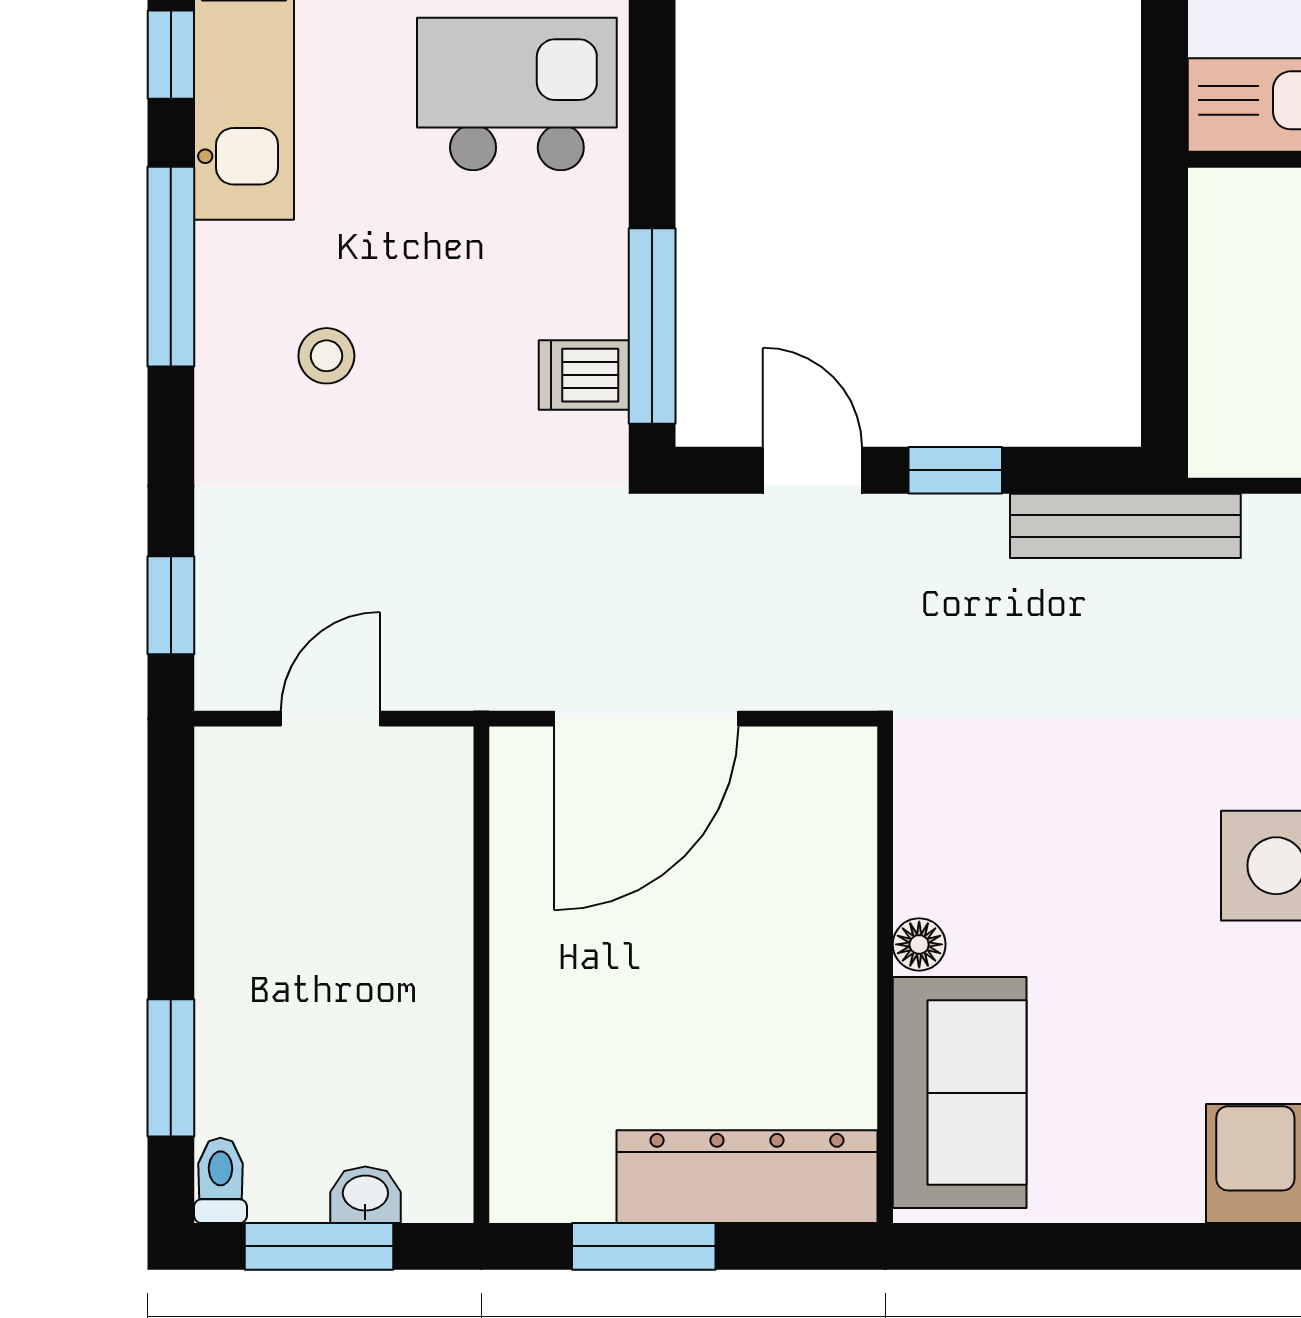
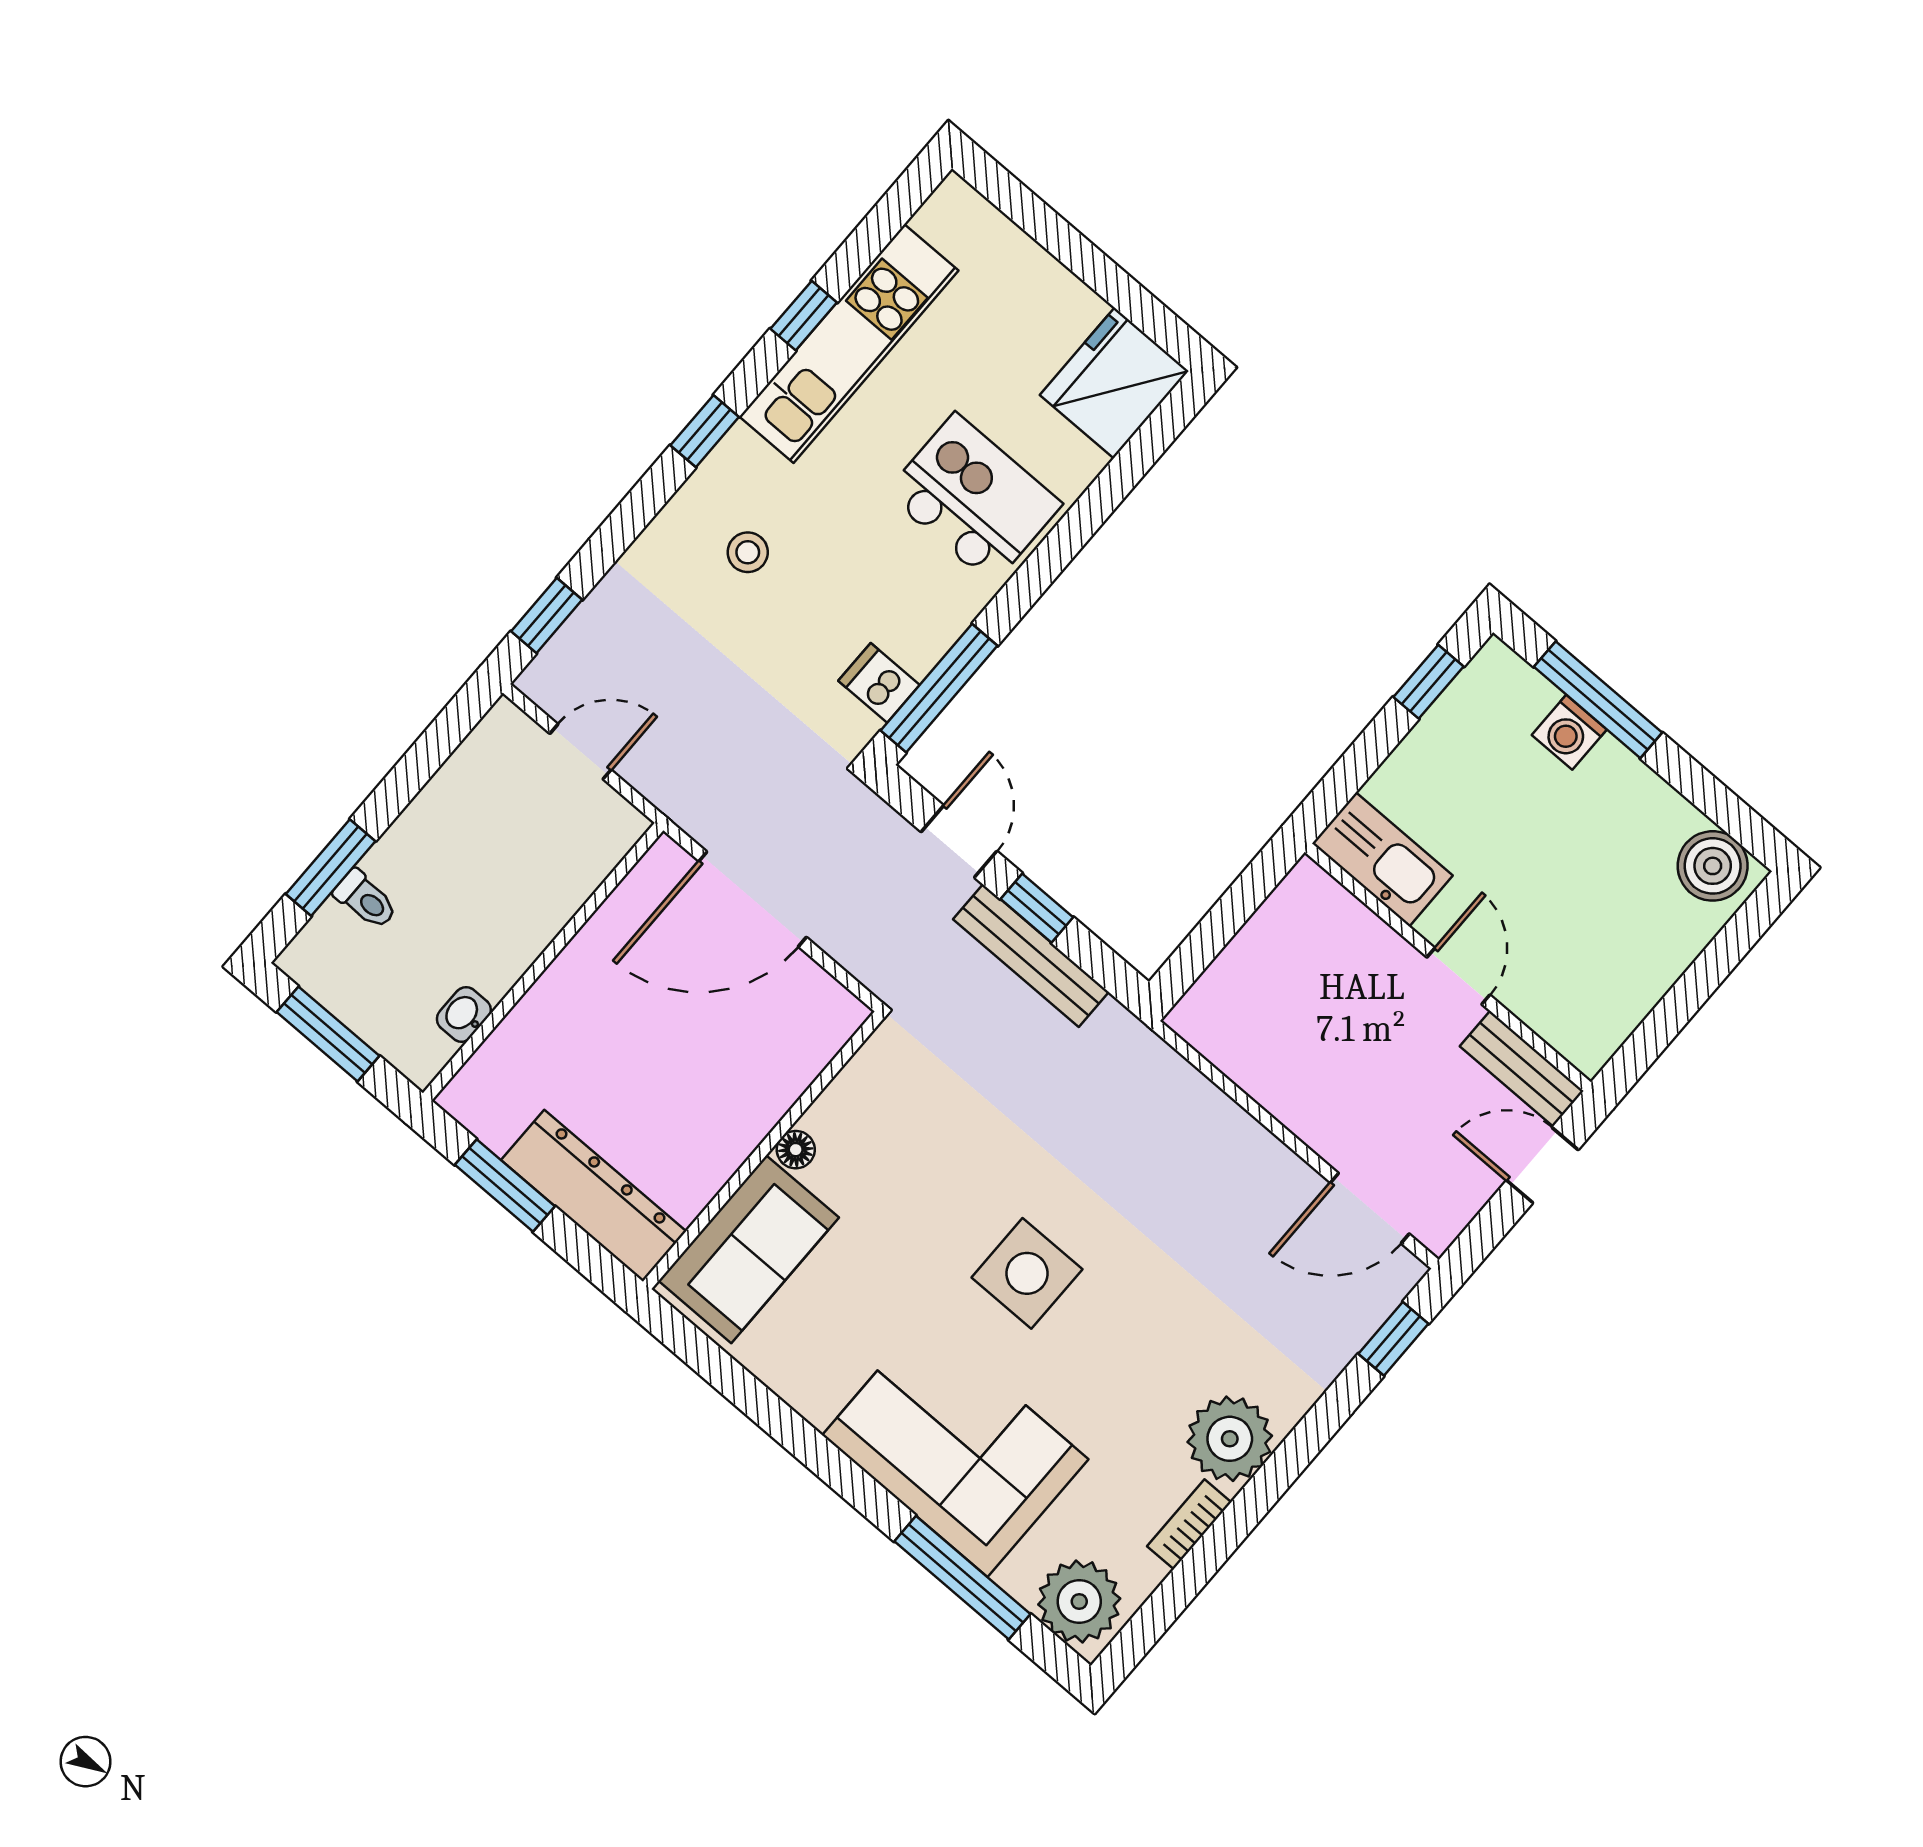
window: (171, 267) -> (705, 431), width x0.46
bench: (1125, 526) -> (1031, 956), moved
toilet: (220, 1180) -> (366, 900), moved, turned 90
washbasin: (365, 1195) -> (464, 1014), moved, turned -90

